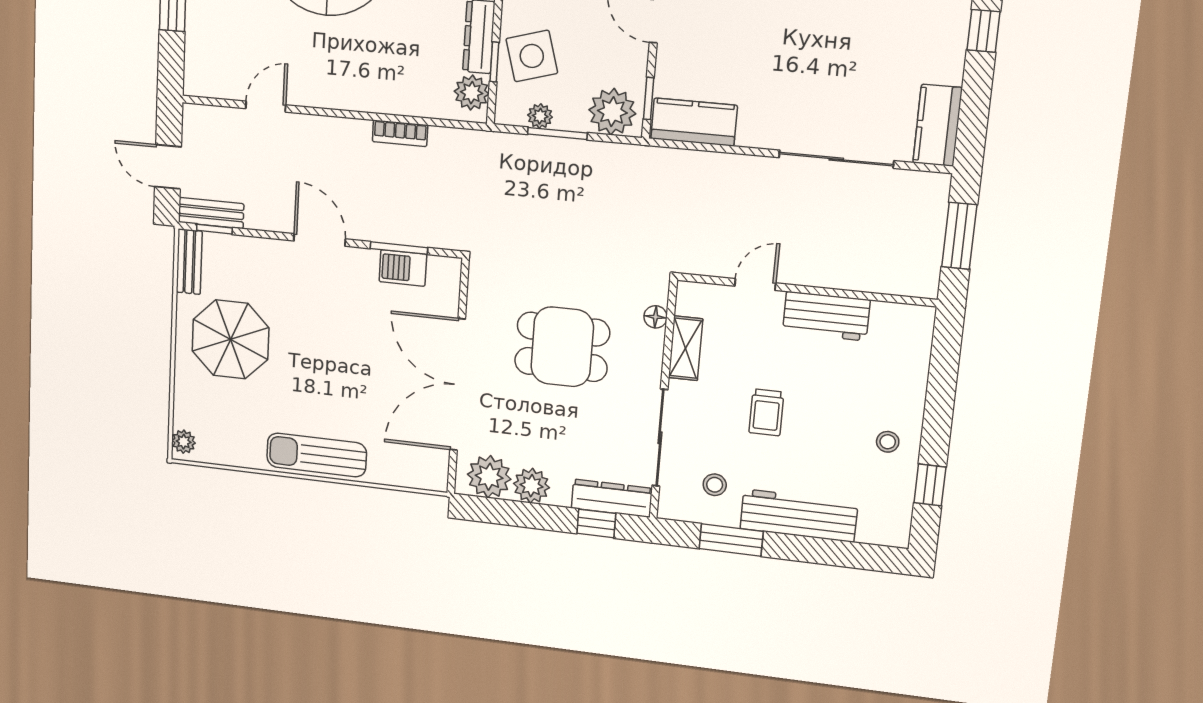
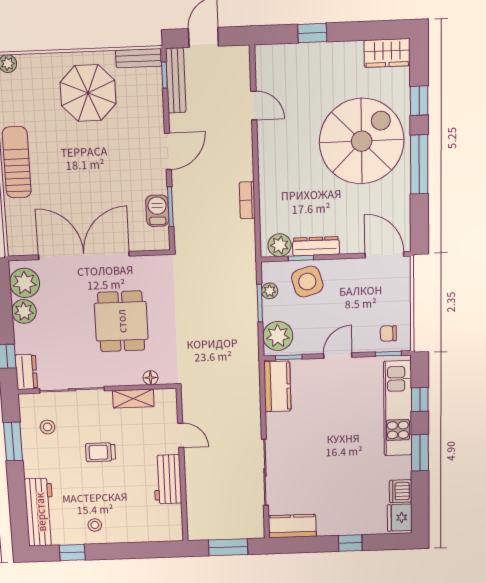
bench: (211, 213) -> (176, 80), width x1.36
dresser: (612, 498) -> (26, 372), width x0.70
workbench: (799, 515) -> (40, 512), moved

